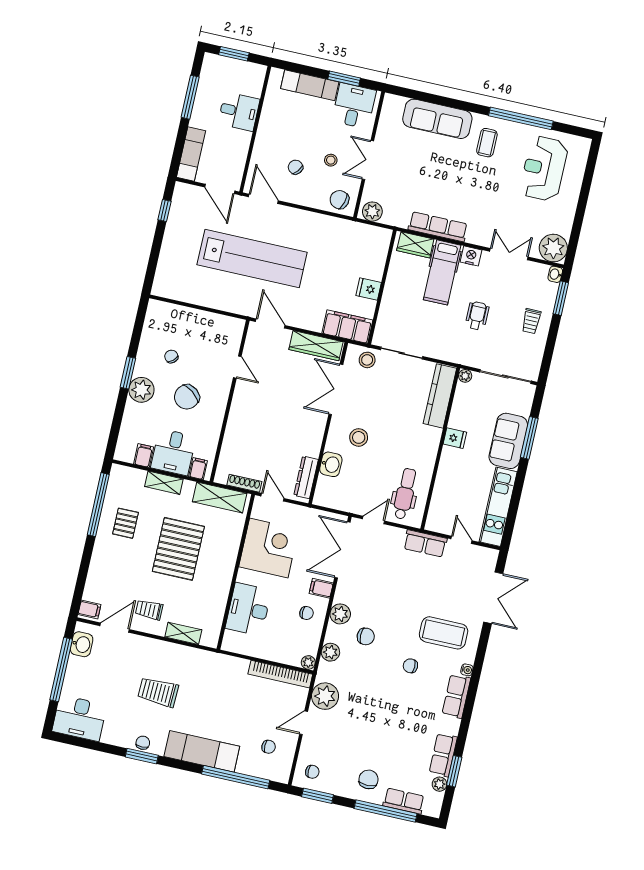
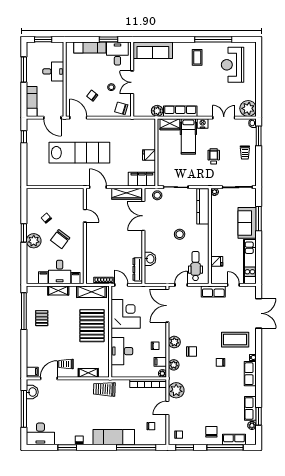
sofa: (437, 119) -> (153, 50), moved
plant: (372, 212) -> (157, 111), moved
stool: (359, 437) -> (180, 234), moved
fridge: (455, 438) -> (217, 261), moved
pallet: (178, 549) -> (92, 326), moved
filing cabinet: (321, 588) -> (160, 362), moved
trolley: (158, 692) -> (104, 389), moved
window: (142, 756) -> (67, 447), moved

